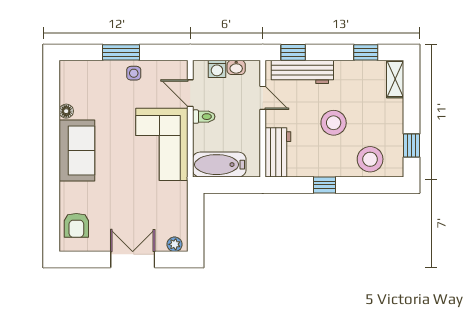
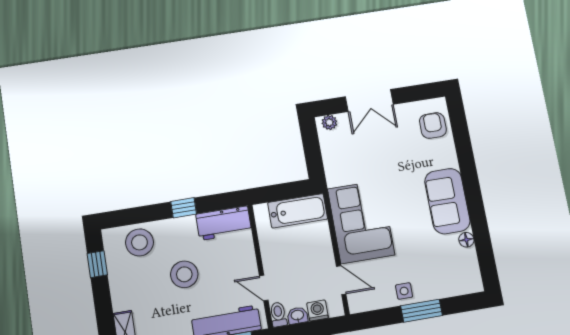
toilet: (204, 117) -> (278, 314), moved, turned 90
workbench: (278, 152) -> (224, 223), moved, turned -90

